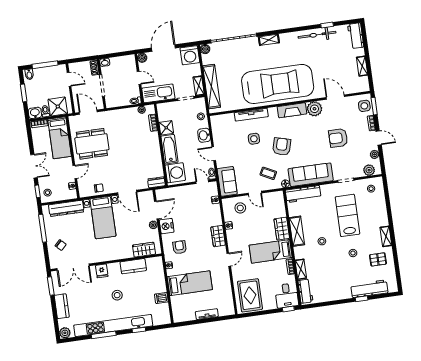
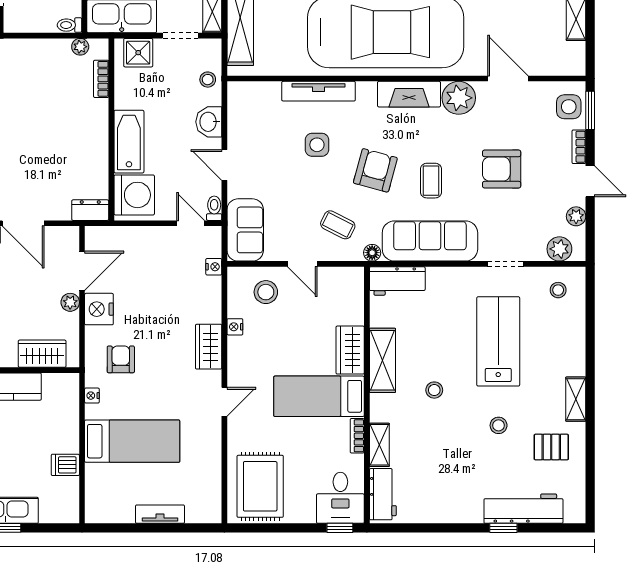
shower: (166, 128) -> (138, 53), moved
coffee table: (307, 148) -> (431, 181), added
workbench: (303, 194) -> (397, 281), width x0.73

